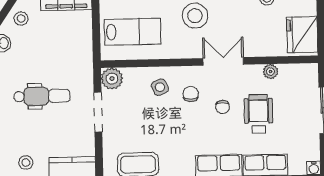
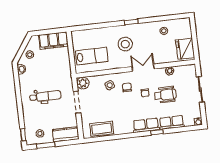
wheelchair: (258, 114) -> (165, 95), turned 90

